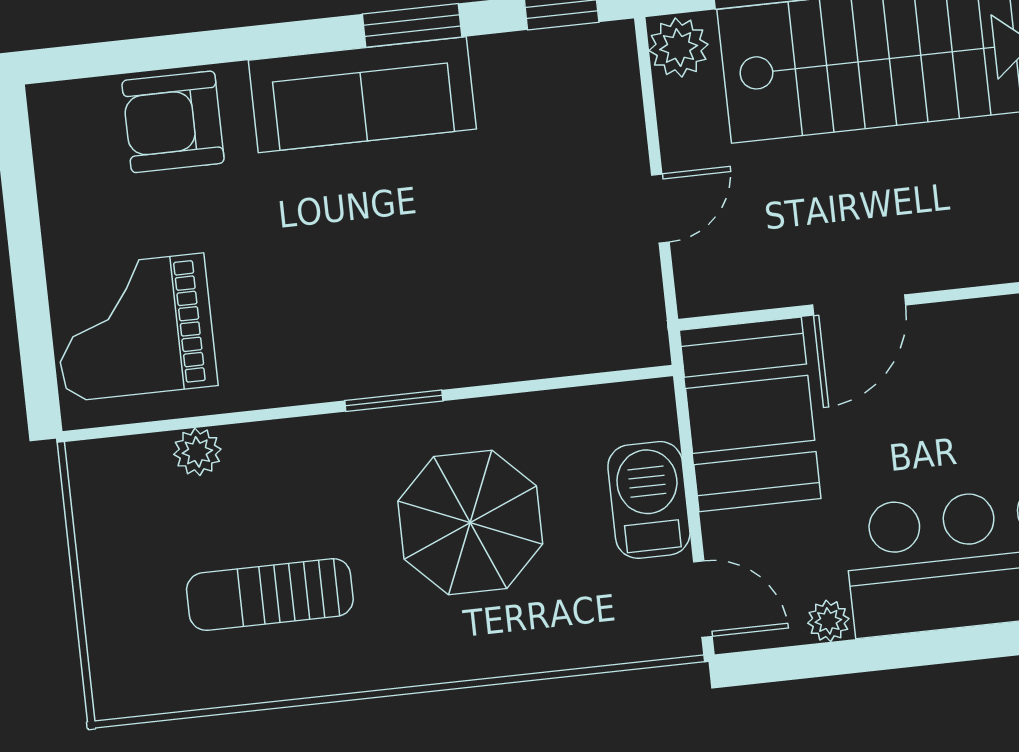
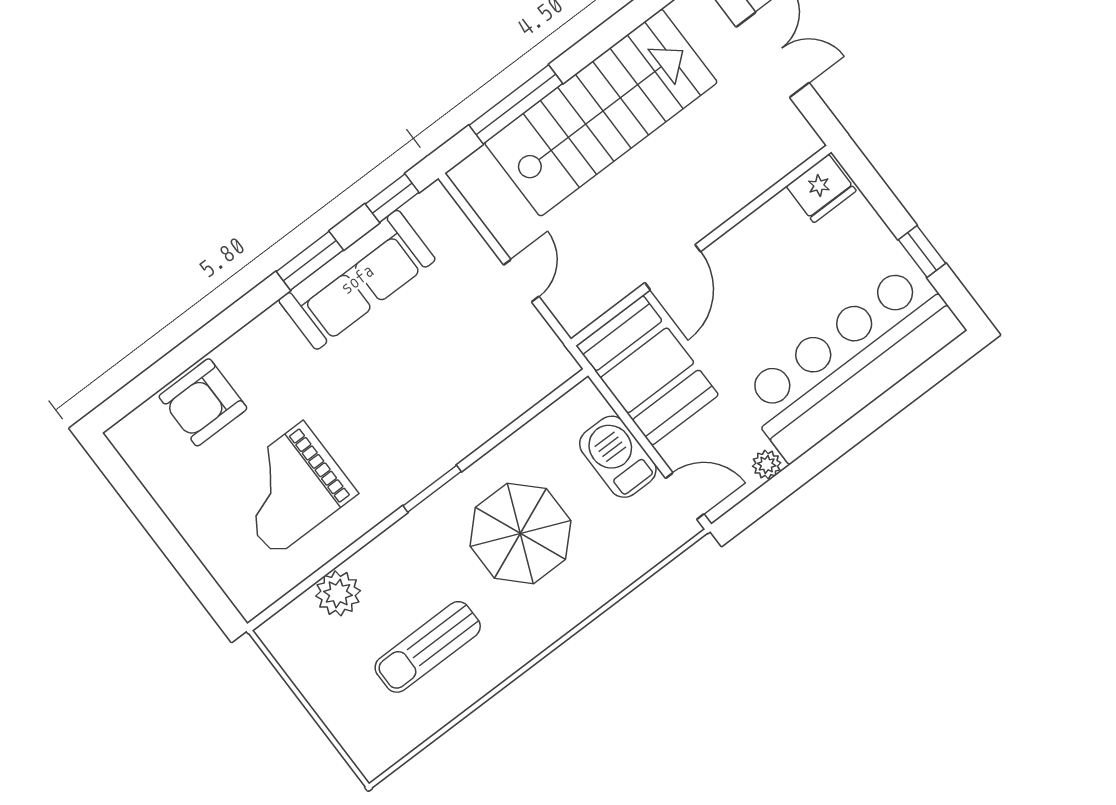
plant: (679, 47) -> (475, 179), removed
sofa: (362, 95) -> (357, 280), moved
grand piano: (134, 327) -> (289, 489), moved
plant: (197, 452) -> (338, 593), width x1.38, depth x1.38

